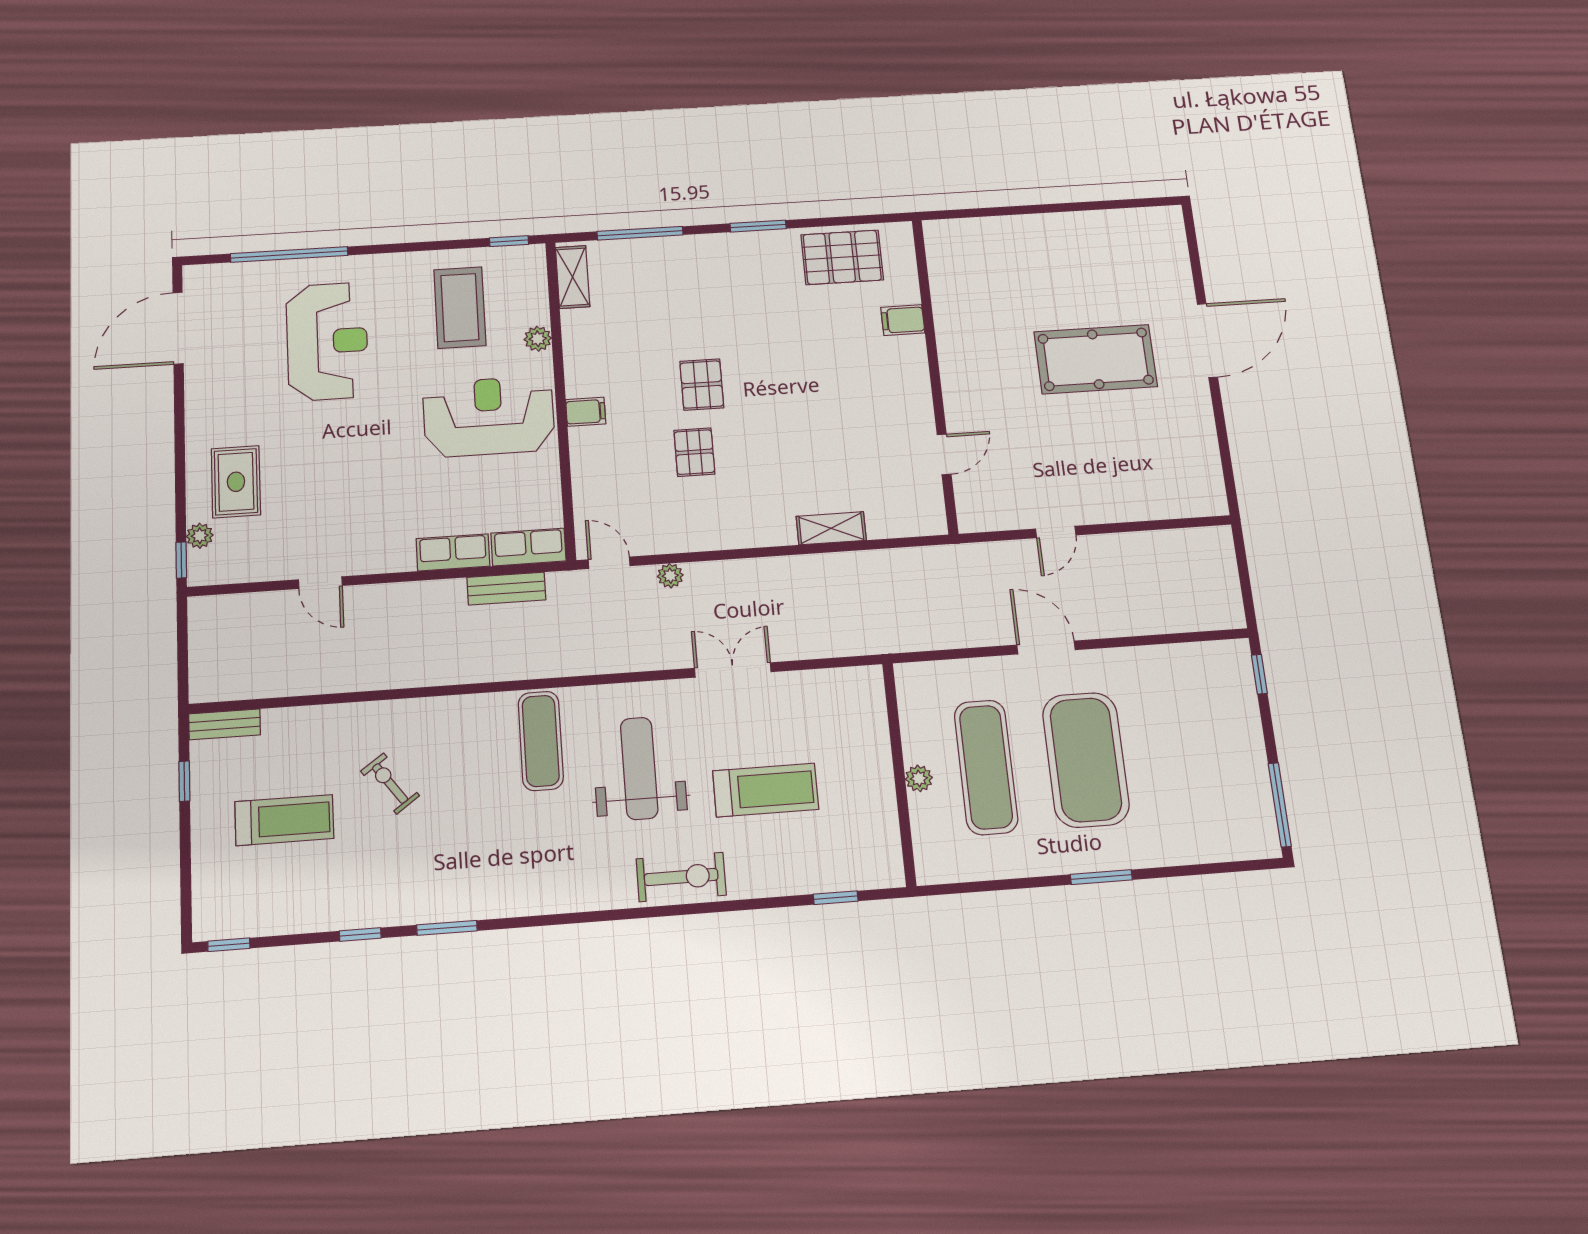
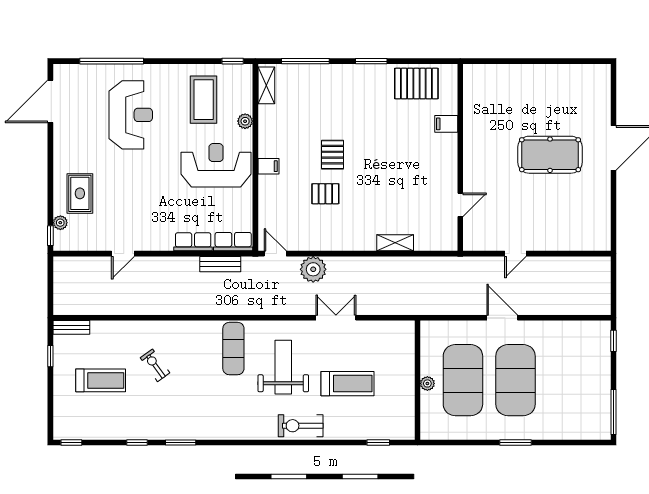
pallet: (694, 452) -> (325, 194), turned 90
plant: (670, 576) -> (313, 269), width x1.88, depth x1.88
door: (320, 583) -> (123, 254), hinge flipped
exercise mat: (986, 767) -> (463, 380), width x1.47
exercise bike: (681, 877) -> (301, 426), turned 180

